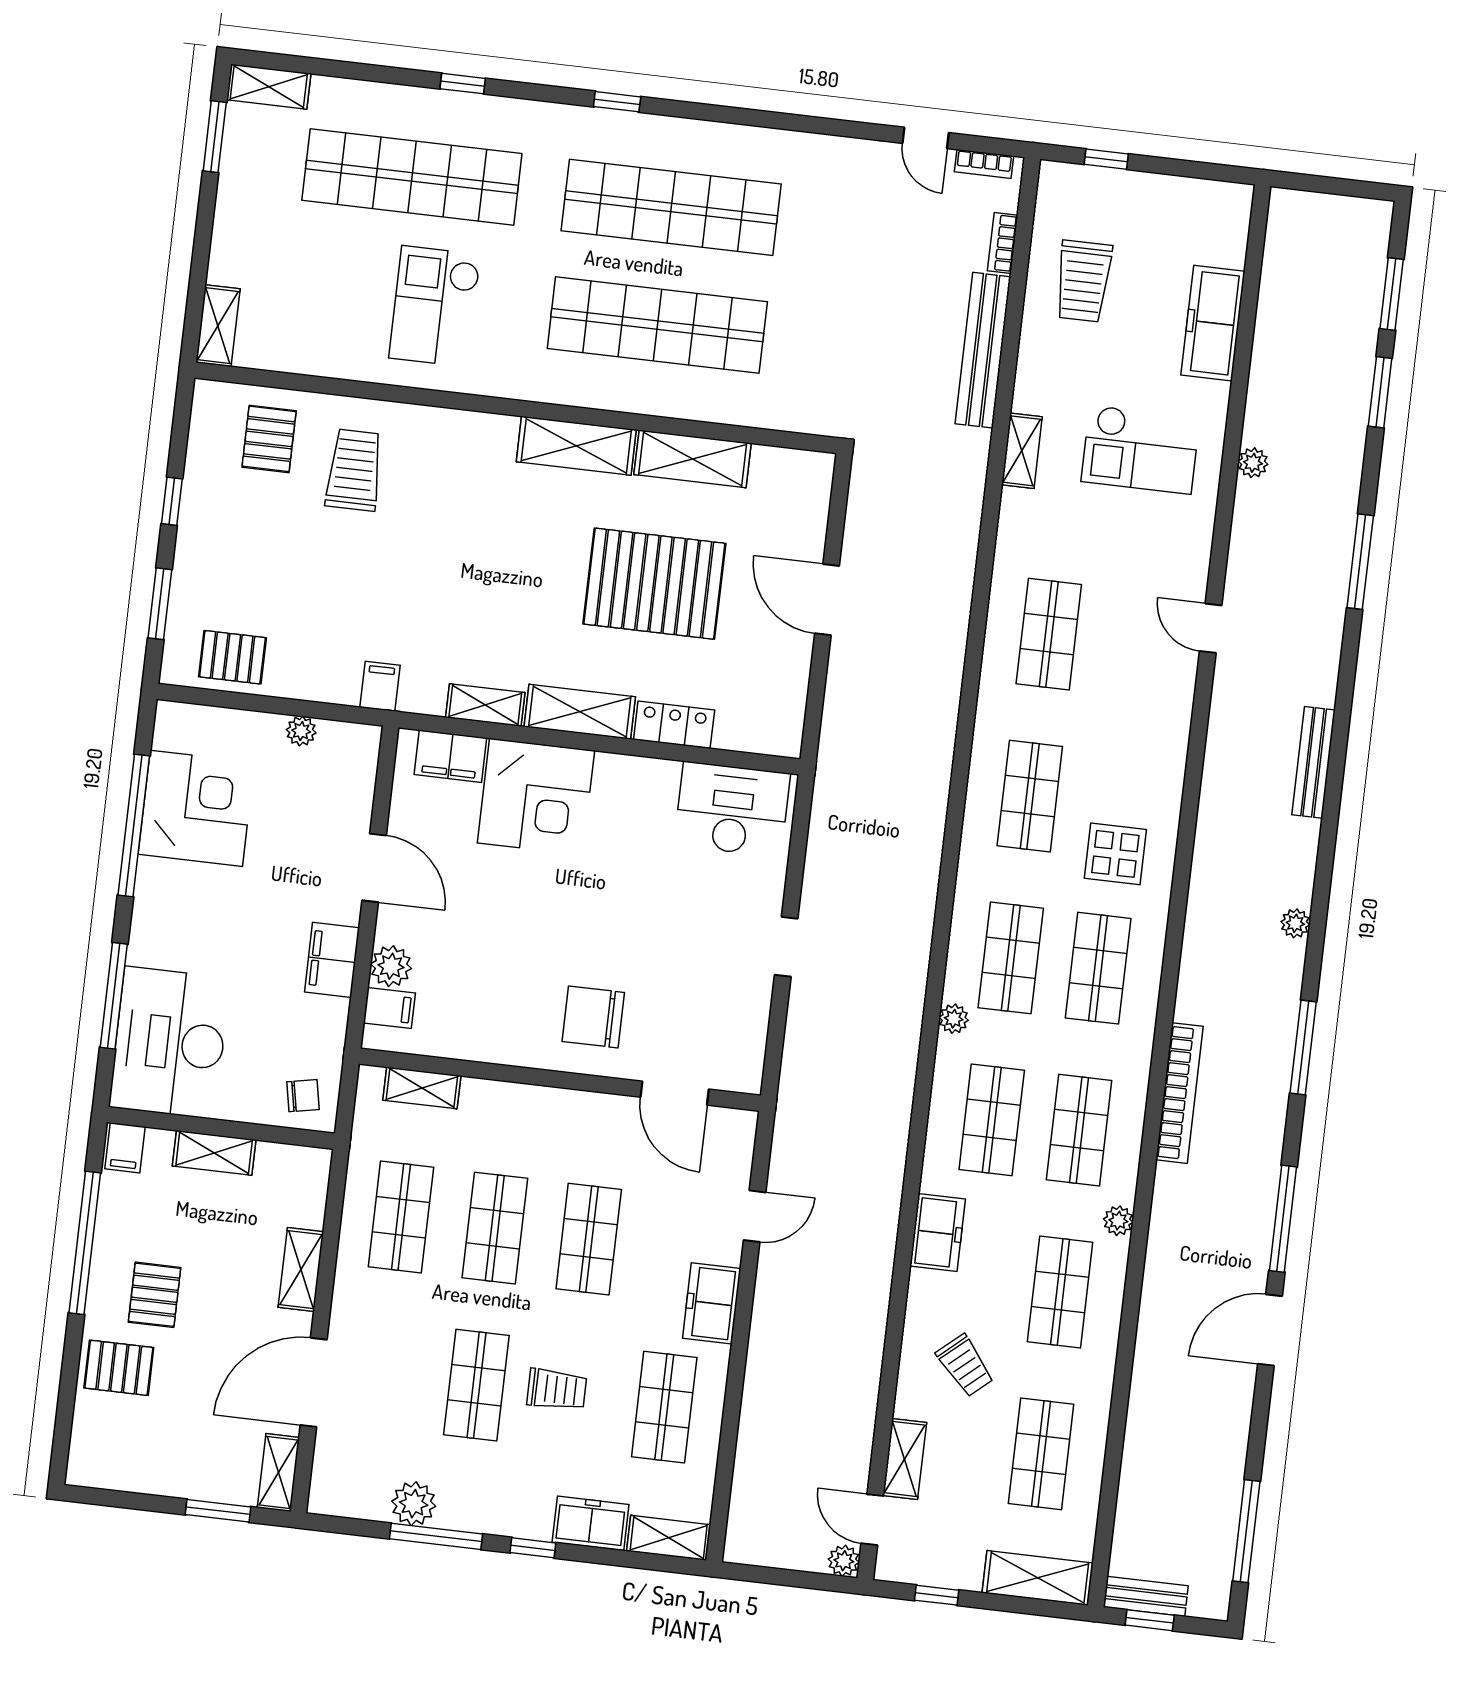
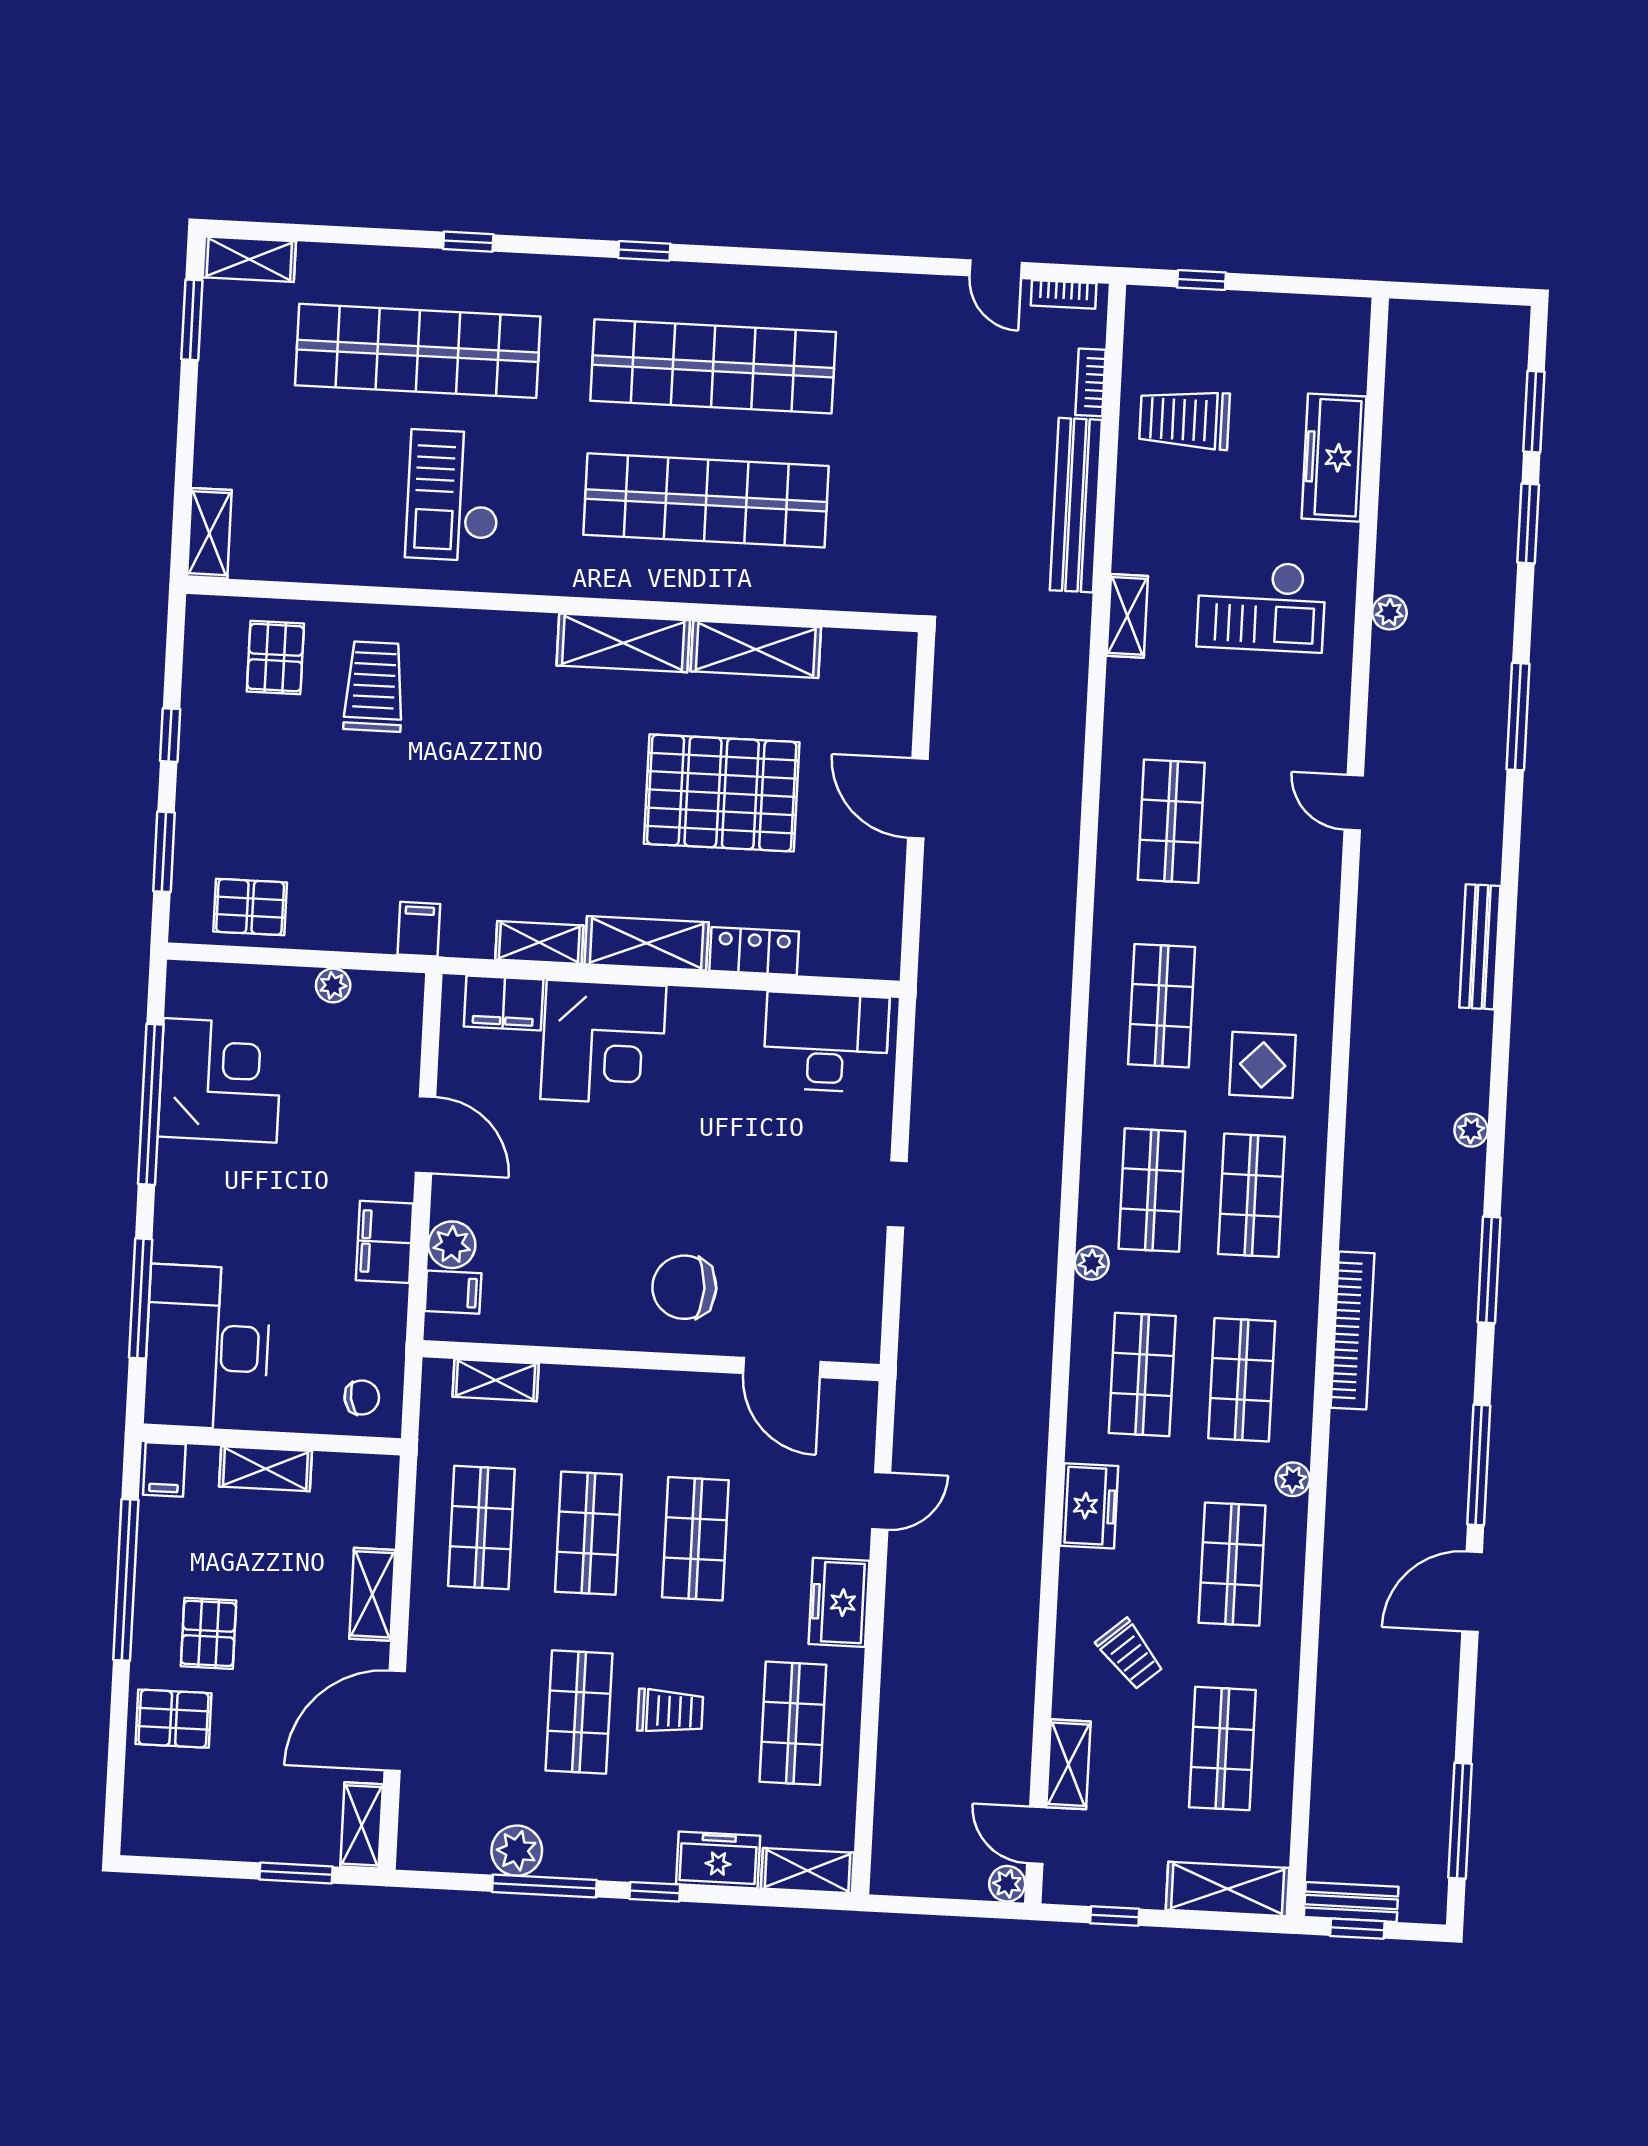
trolley: (1083, 281) -> (1184, 420), turned 90

